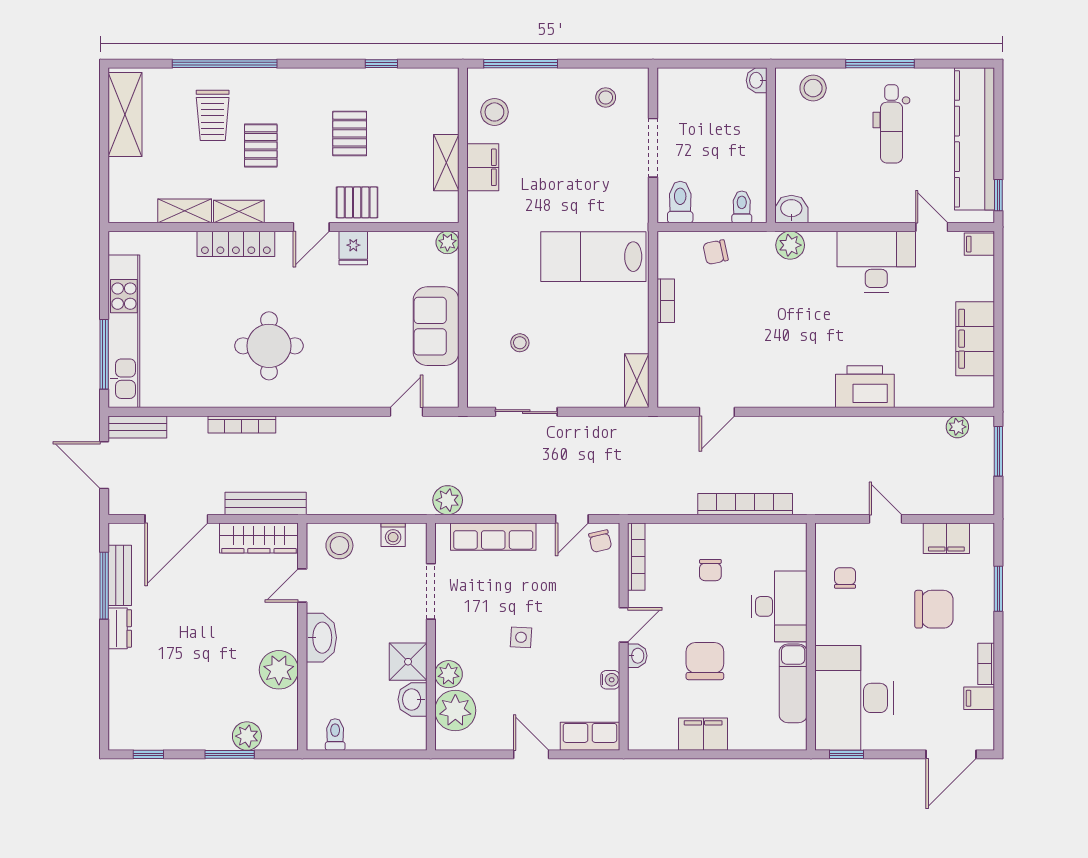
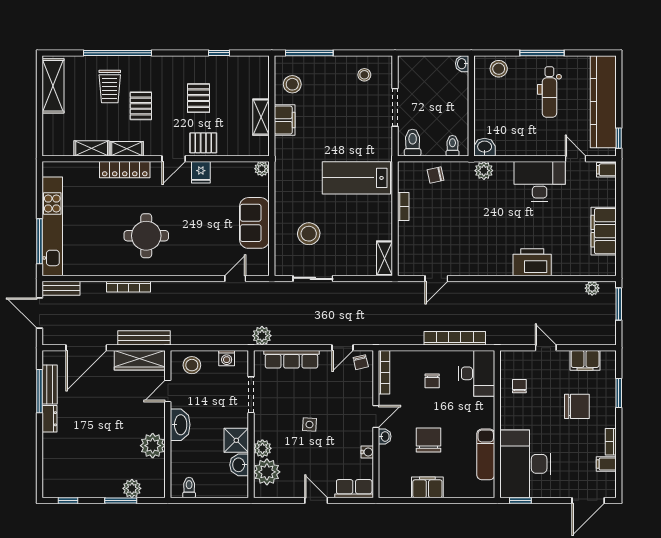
stool: (520, 343) -> (309, 234), width x1.89, depth x1.89
desk: (779, 606) -> (477, 373), moved

